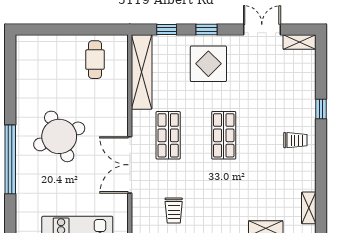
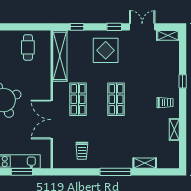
window: (206, 29) -> (114, 27), moved
shelving: (309, 208) -> (174, 130), moved

